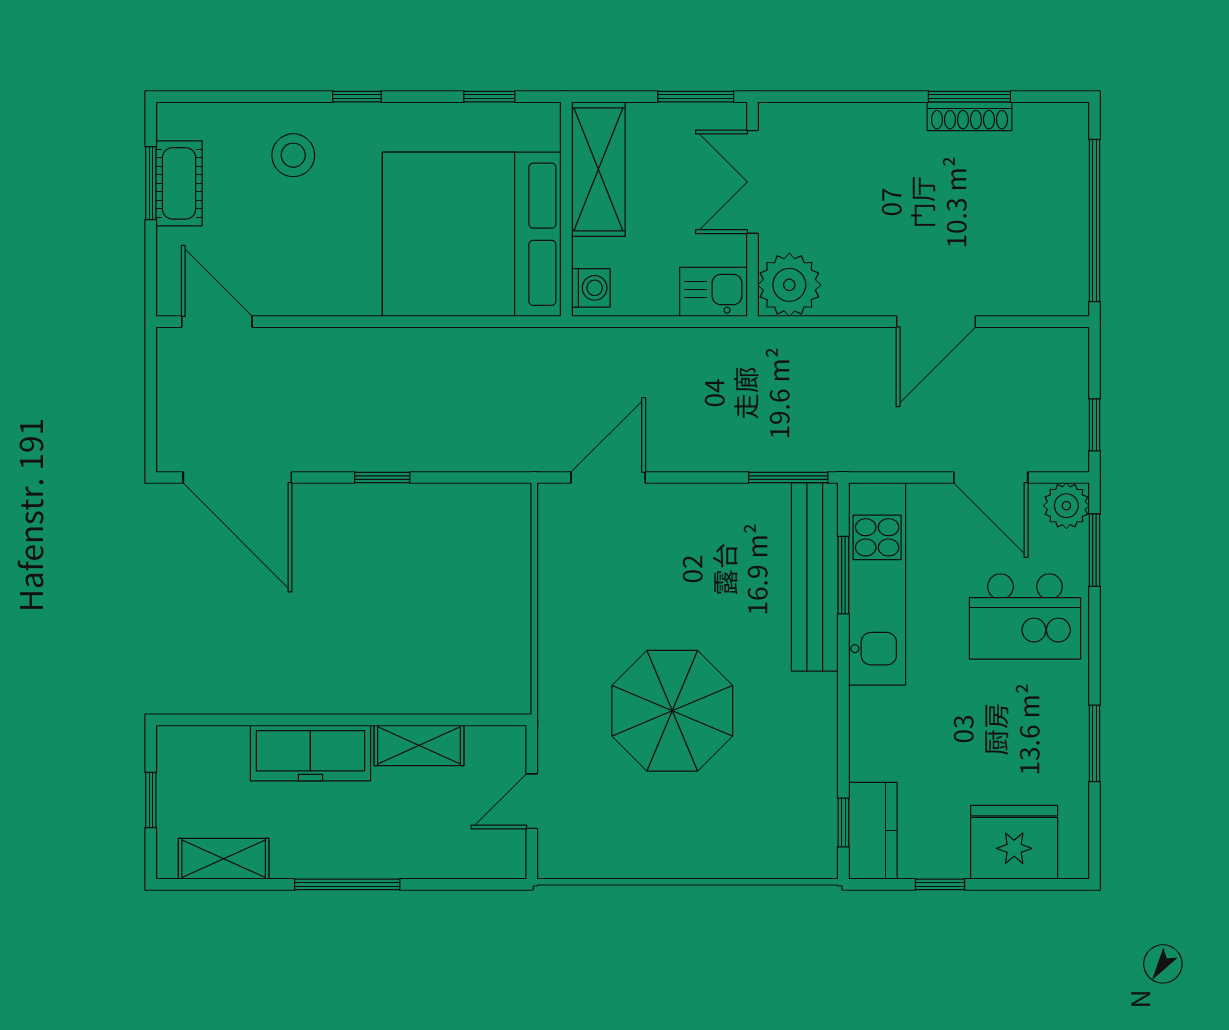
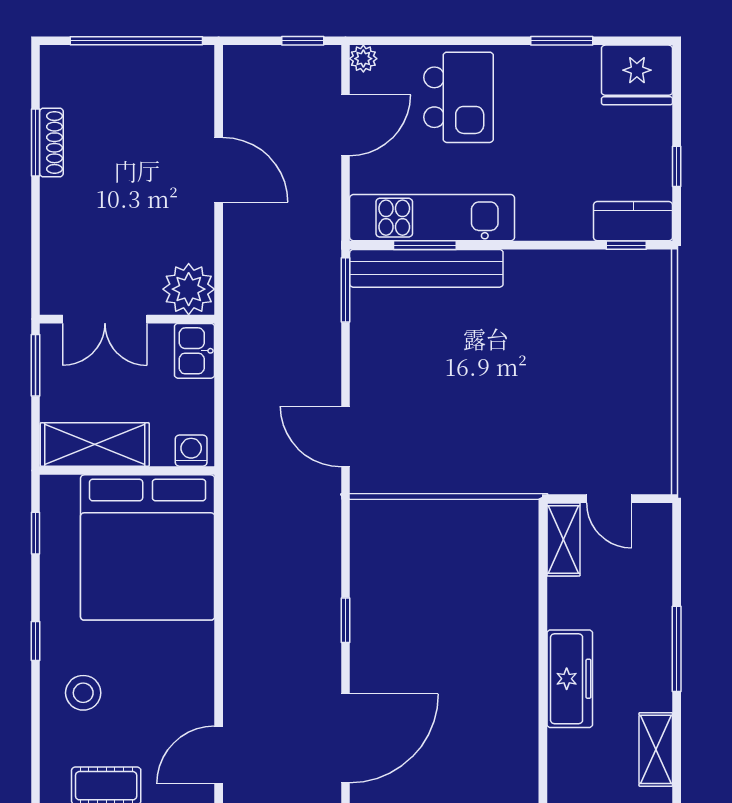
plant: (1066, 506) -> (363, 59), width x0.73, depth x0.73
window: (1094, 550) -> (405, 41), removed
parasol: (672, 711) -> (535, 384), removed
shelving: (419, 745) -> (563, 539), moved
fridge: (1014, 842) -> (637, 75), moved, turned -90

